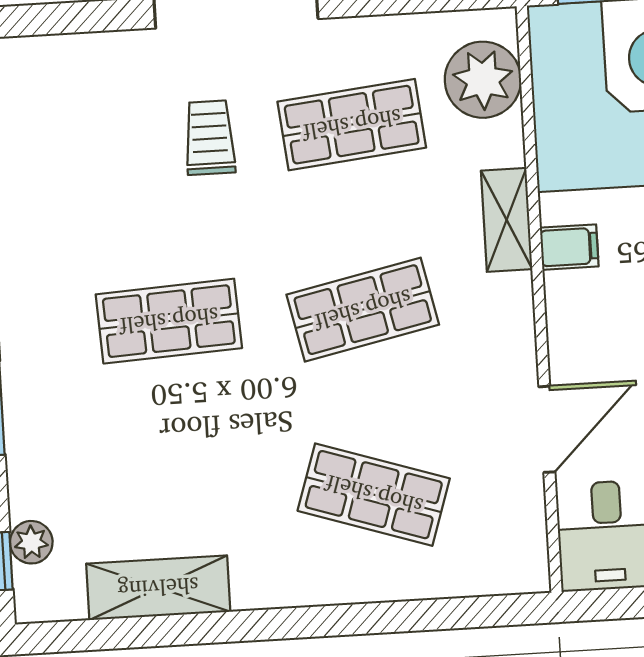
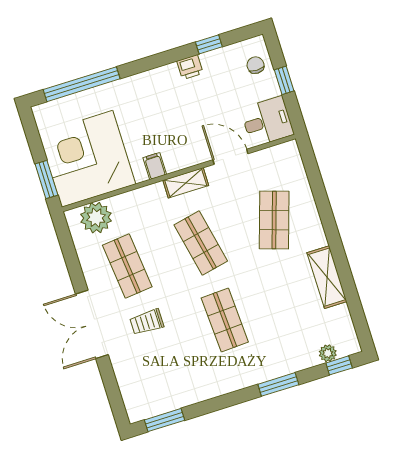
shelving: (507, 220) -> (186, 183), moved
shelving: (158, 588) -> (327, 277), moved

